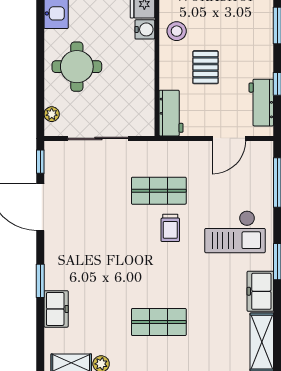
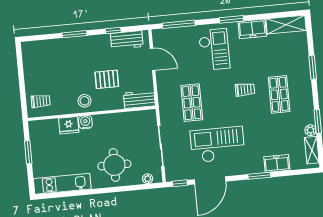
checkout: (93, 223) -> (218, 145), added
trolley: (170, 228) -> (245, 90), moved

